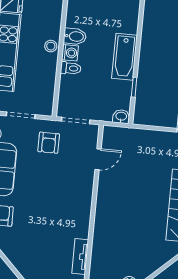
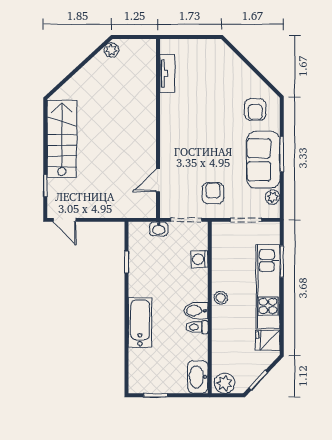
washing machine: (70, 53) -> (199, 259), moved
bathtub: (124, 57) -> (140, 322), moved
toilet: (71, 68) -> (197, 327), moved
washbasin: (121, 117) -> (159, 229), moved

